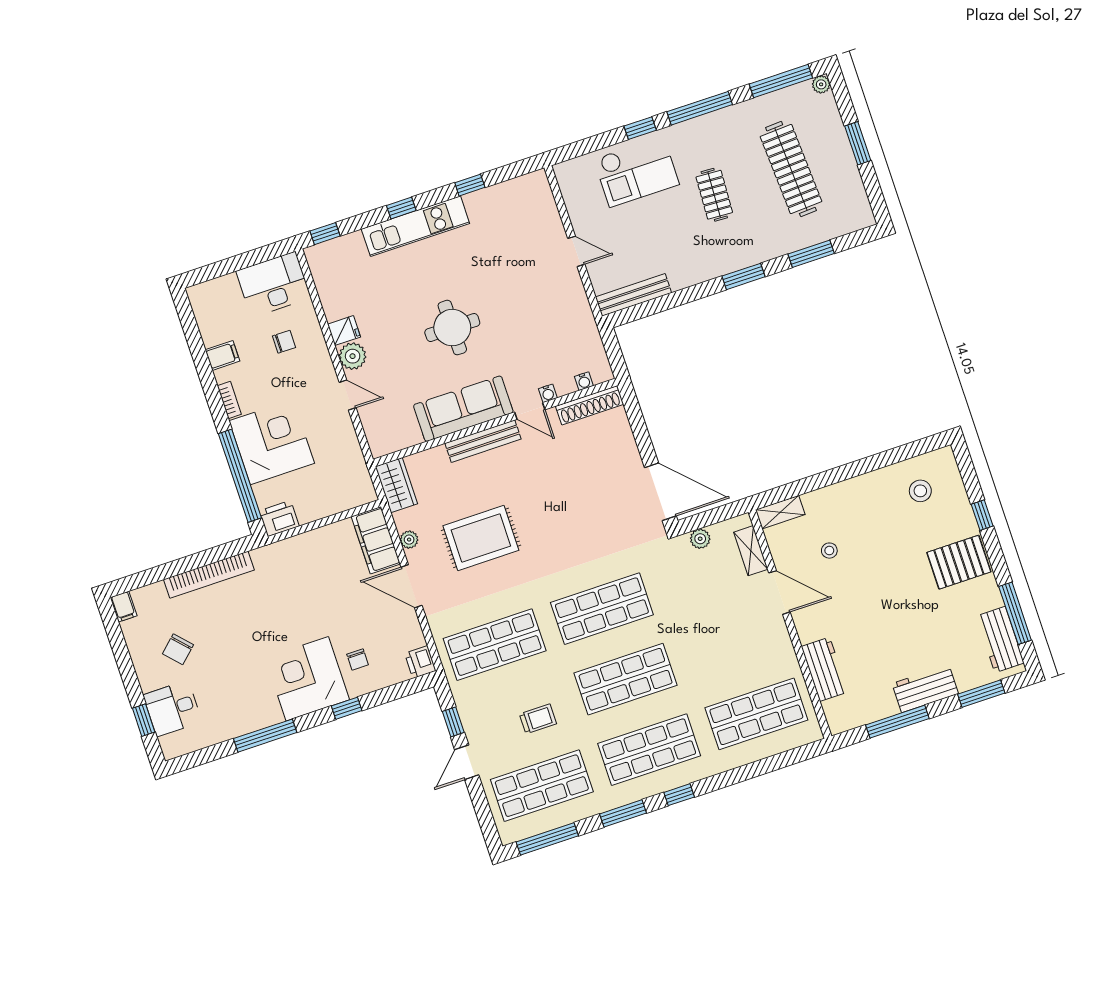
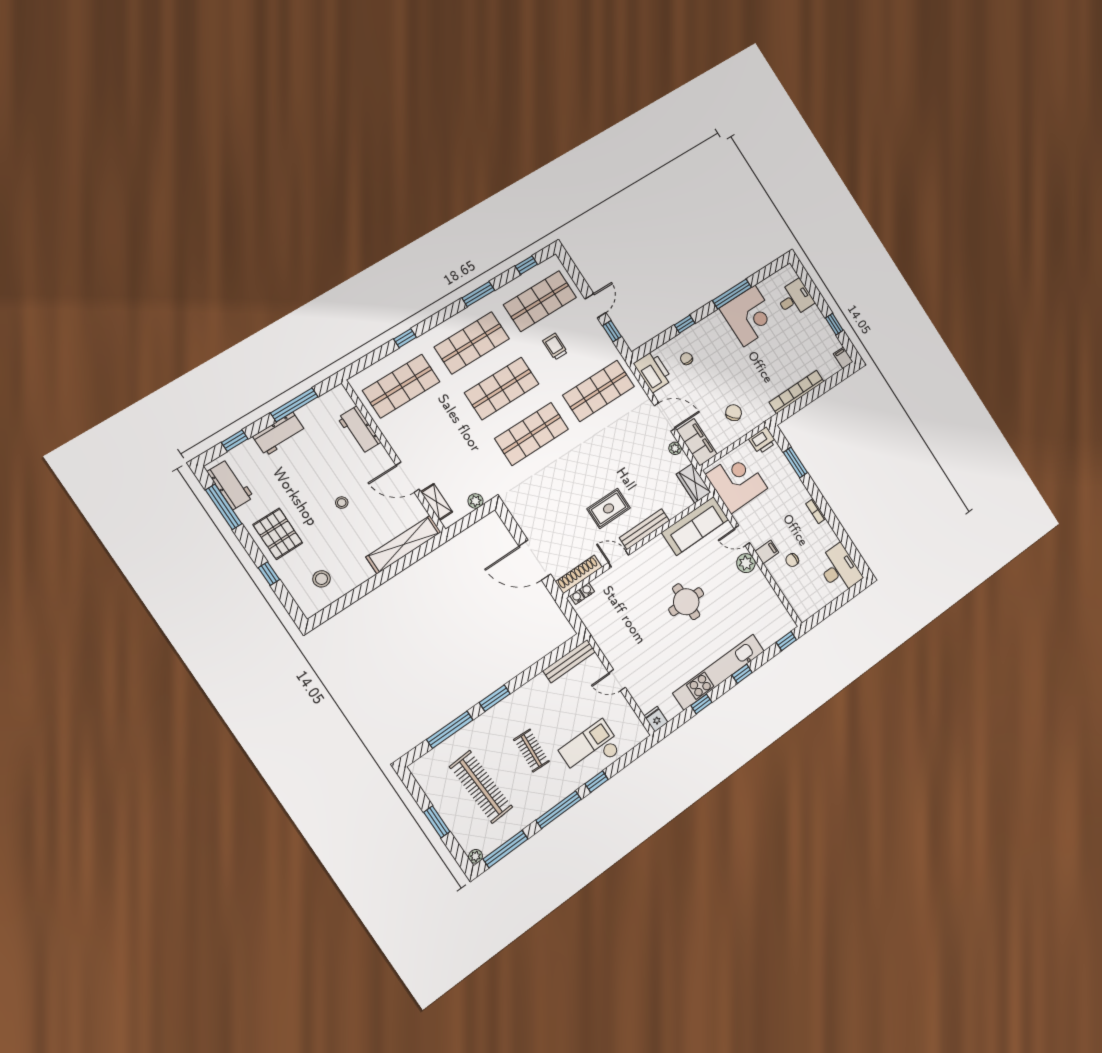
kitchen unit: (415, 226) -> (719, 672), width x1.36
window: (811, 254) -> (450, 730), width x1.44
desk: (273, 284) -> (839, 569), moved, turned -90
fridge: (344, 331) -> (656, 719), moved, turned 90
filing cabinet: (222, 355) -> (767, 552), moved, turned 180
water cooler: (548, 393) -> (577, 597), moved
sofa: (463, 409) -> (695, 526), moved
corner desk: (272, 442) -> (737, 481), moved, turned 180
window: (240, 476) -> (795, 463), width x0.47
door: (660, 492) -> (535, 560), moved
shelving: (780, 512) -> (404, 544), width x2.20, depth x1.33
rug: (481, 538) -> (609, 508), moved, width x0.73, depth x0.70
stool: (829, 551) -> (342, 503), moved
pallet: (959, 562) -> (278, 534), turned 90
chair: (178, 649) -> (734, 413), moved
printer: (420, 662) -> (653, 372), width x1.87, depth x1.48
corner desk: (307, 679) -> (749, 316), moved
window: (981, 694) -> (235, 441), width x0.67
trolley: (538, 719) -> (555, 347), turned 90
window: (144, 720) -> (834, 324), moved
window: (679, 795) -> (405, 338), moved
window: (547, 839) -> (526, 265), width x0.46

